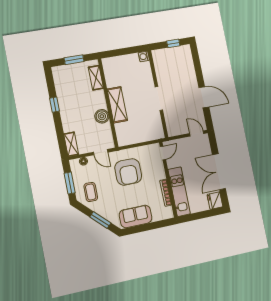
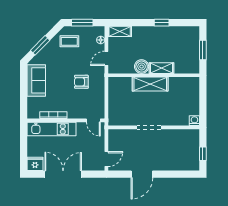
shelving: (96, 78) -> (162, 68), moved
armchair: (128, 172) -> (81, 82), width x0.53, depth x0.53

